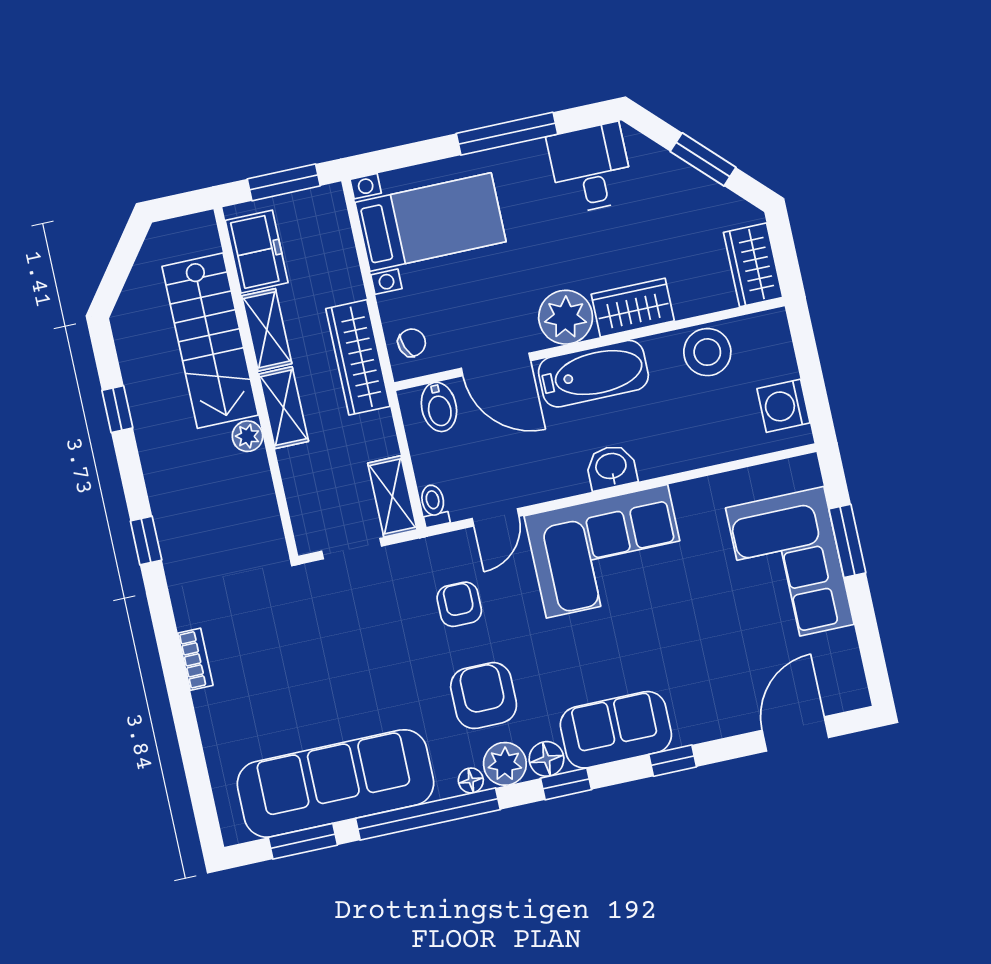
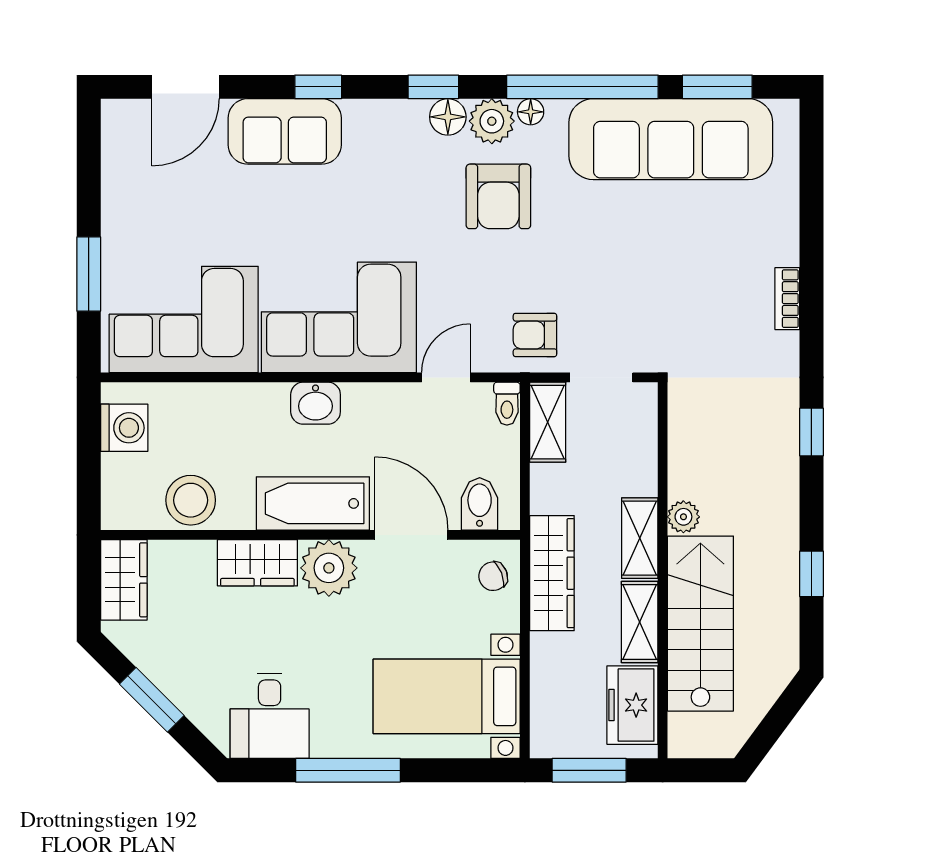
corner sofa: (790, 566) -> (184, 319), moved, turned -90
armchair: (459, 604) -> (535, 335), moved, turned 90
sofa: (616, 730) -> (285, 131), moved

